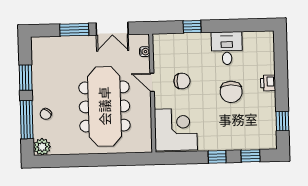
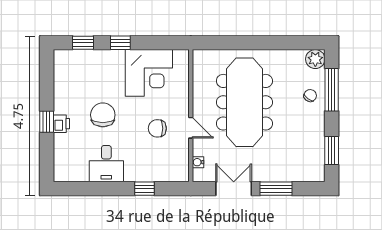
window: (26, 78) -> (332, 150), moved
window: (282, 121) -> (47, 122), moved
corner desk: (176, 130) -> (149, 73), moved, turned -90

